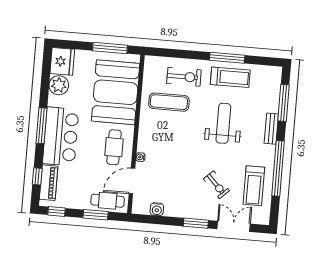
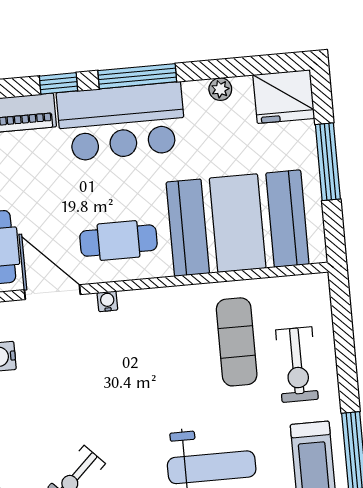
window: (110, 48) -> (328, 162), moved
plant: (59, 85) -> (220, 89), width x0.53, depth x0.53
window: (37, 176) -> (58, 83), moved

